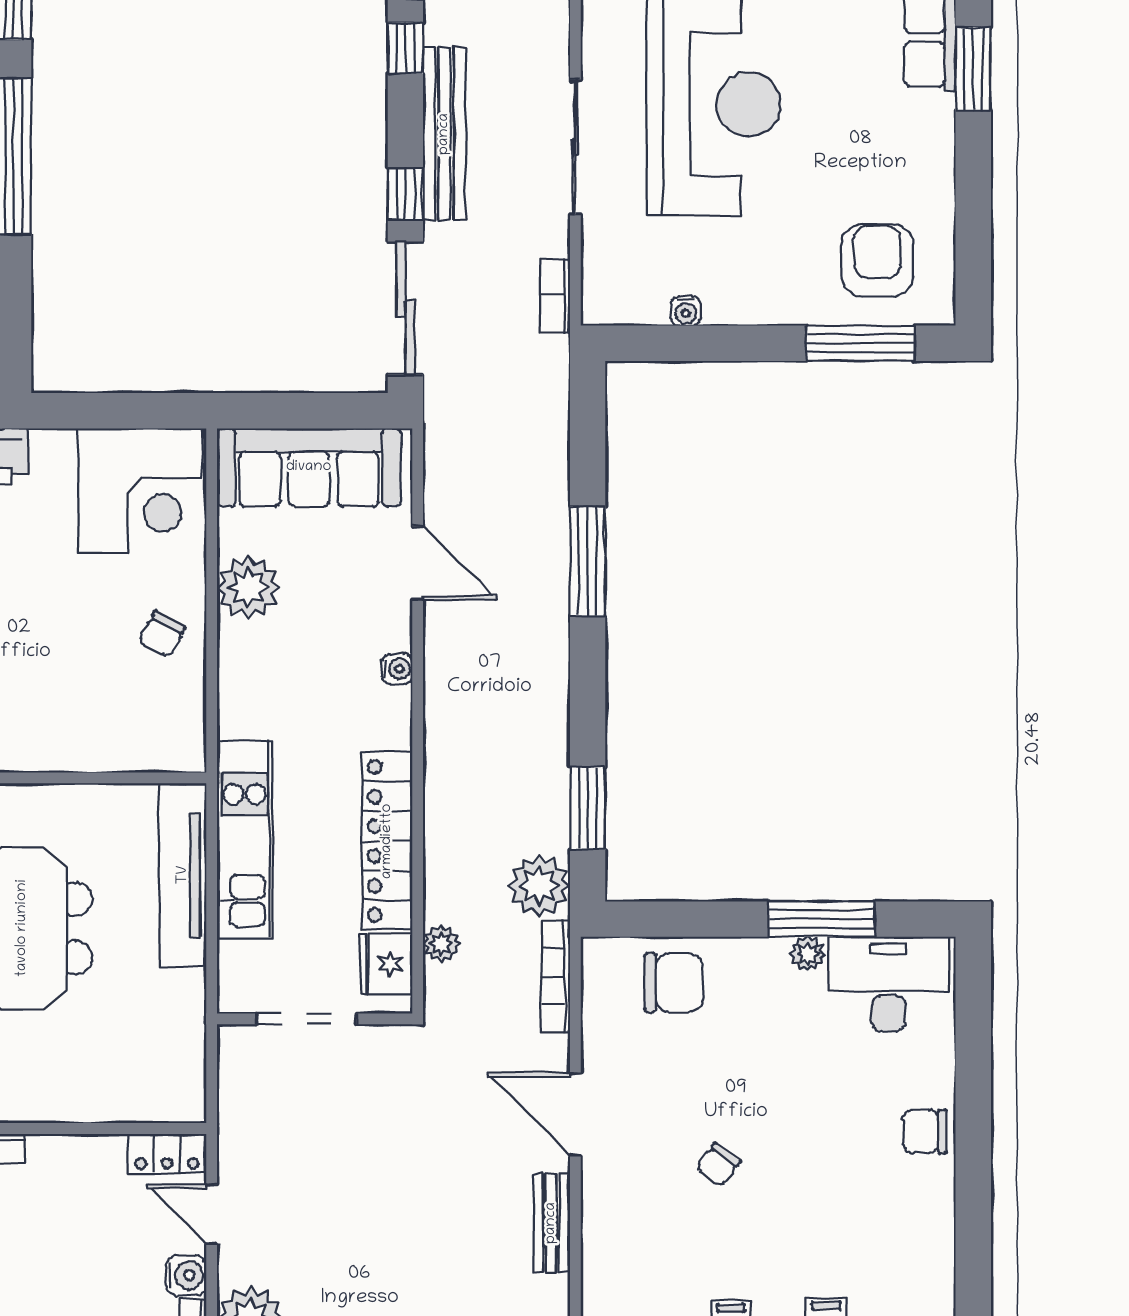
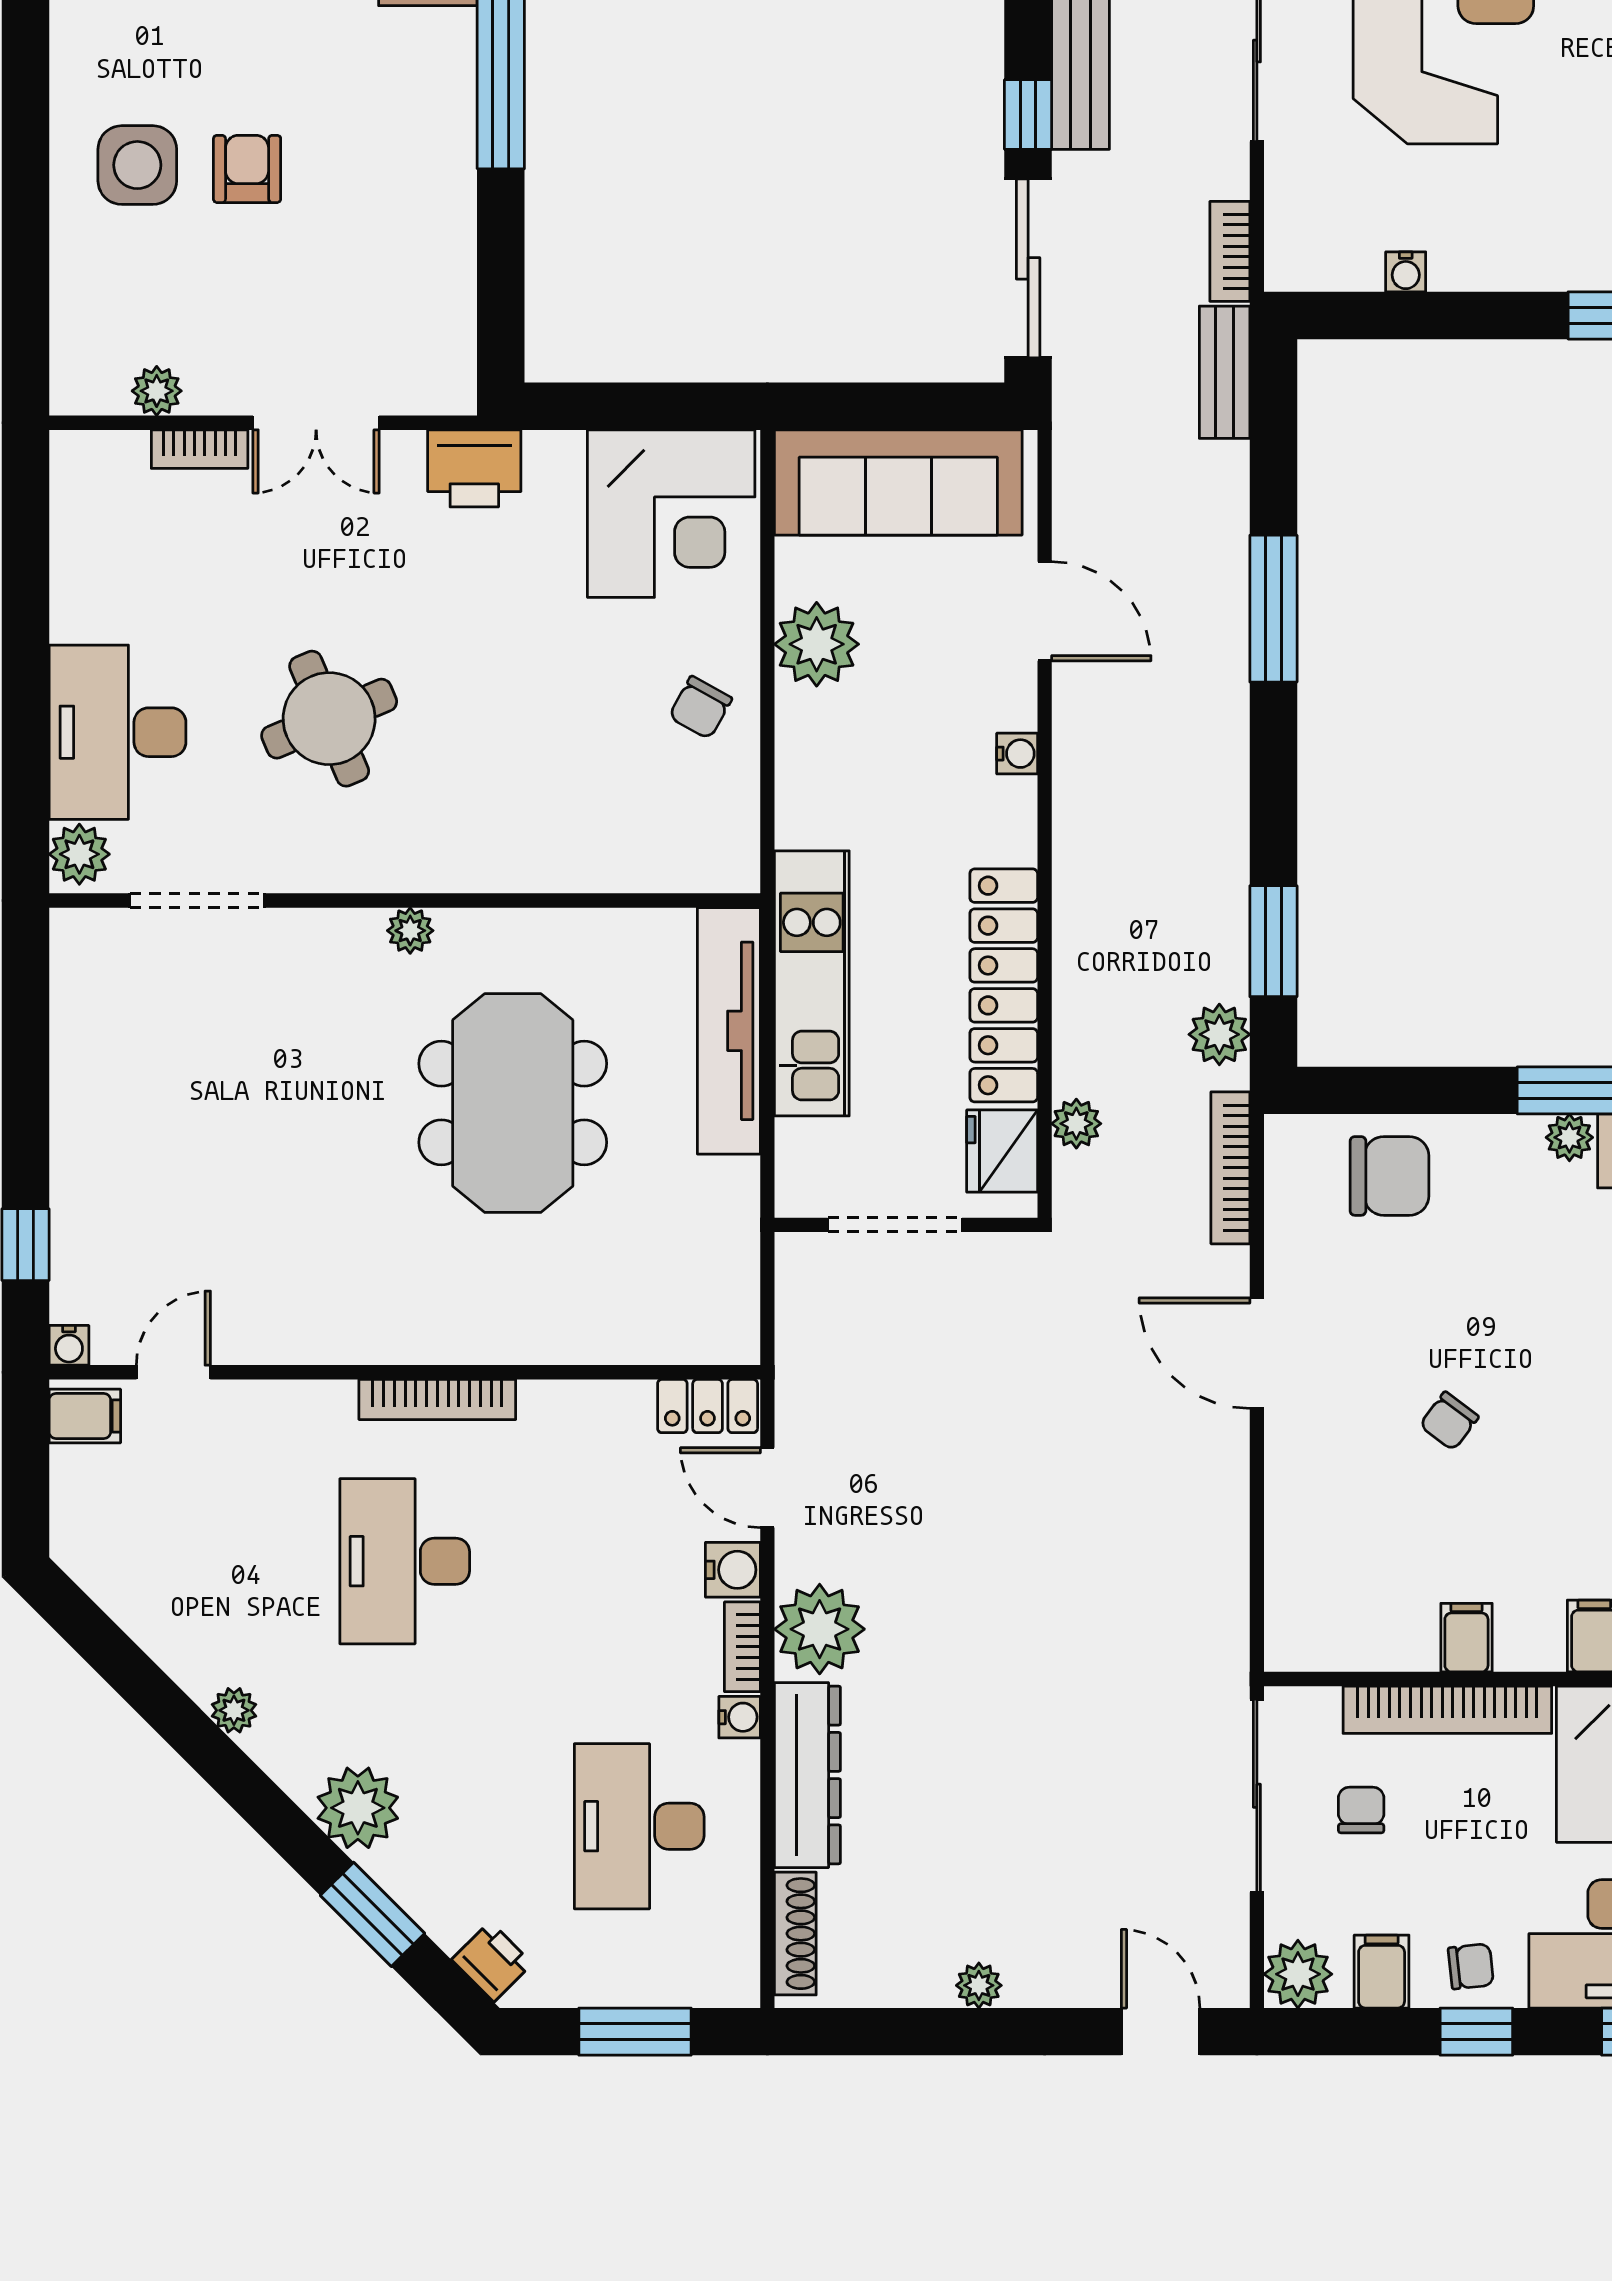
plant: (539, 886) -> (1219, 1034), width x0.73, depth x0.73
bench: (551, 1223) -> (1225, 372), moved

